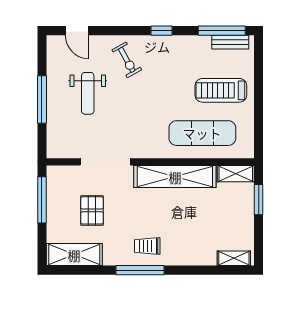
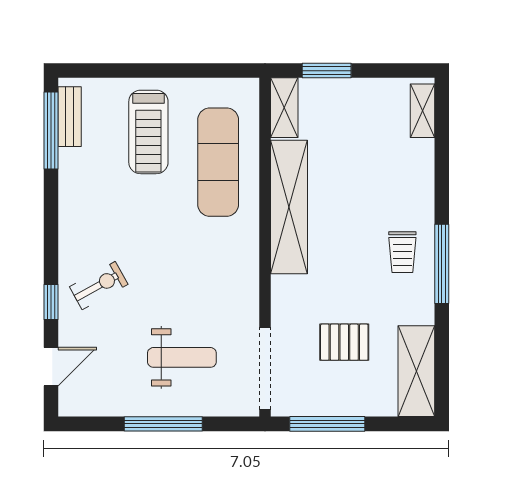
window: (162, 31) -> (51, 302), moved
weight bench: (88, 93) -> (182, 357), moved
doorway: (105, 162) -> (265, 369), moved

